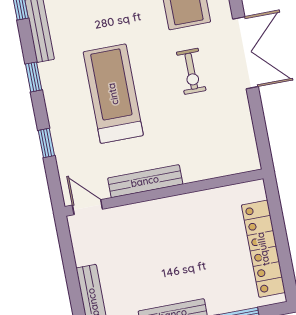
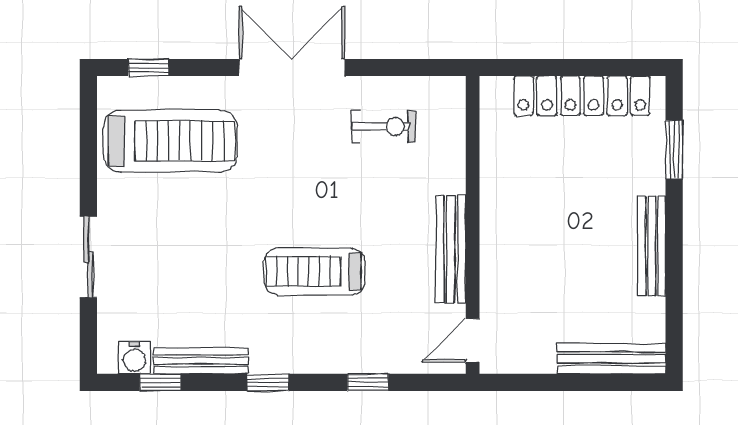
exercise bike: (191, 71) -> (384, 127), moved
treadmill: (113, 94) -> (315, 271), width x0.73, depth x0.73

